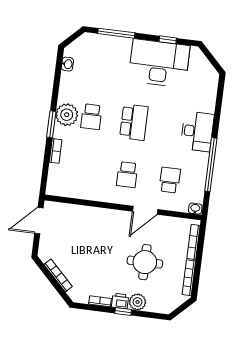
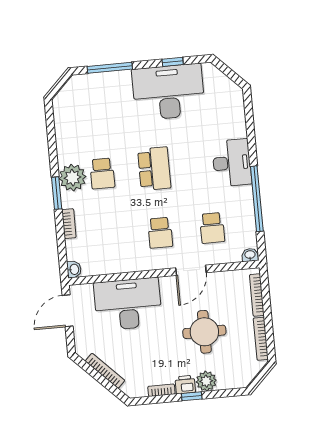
washbasin: (67, 64) -> (74, 269), moved
school desk: (170, 180) -> (212, 228), turned 180
desk: (88, 226) -> (128, 304), added

